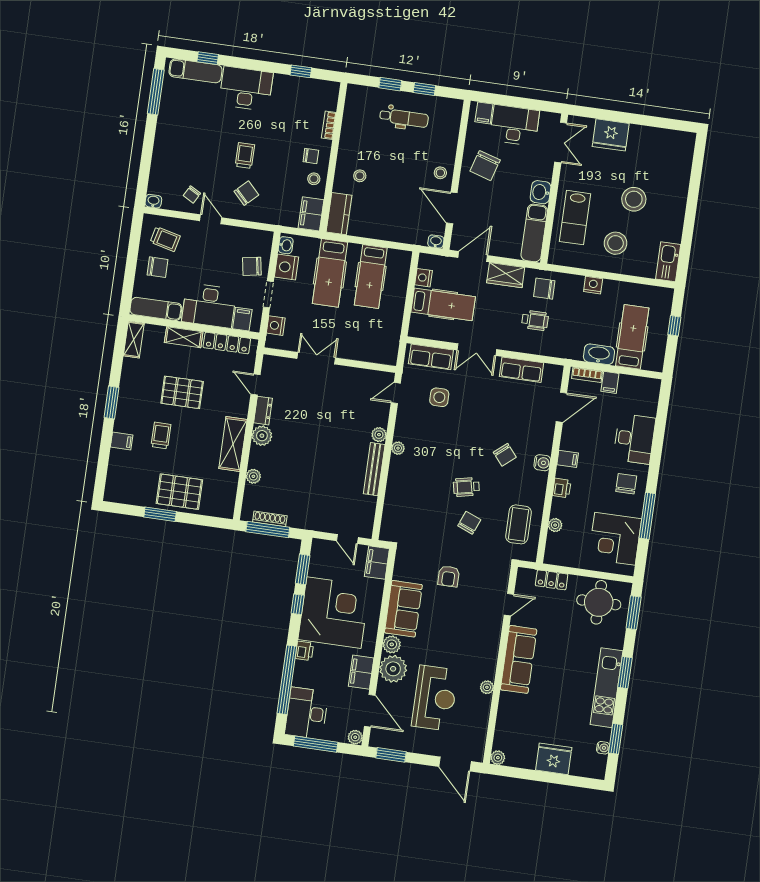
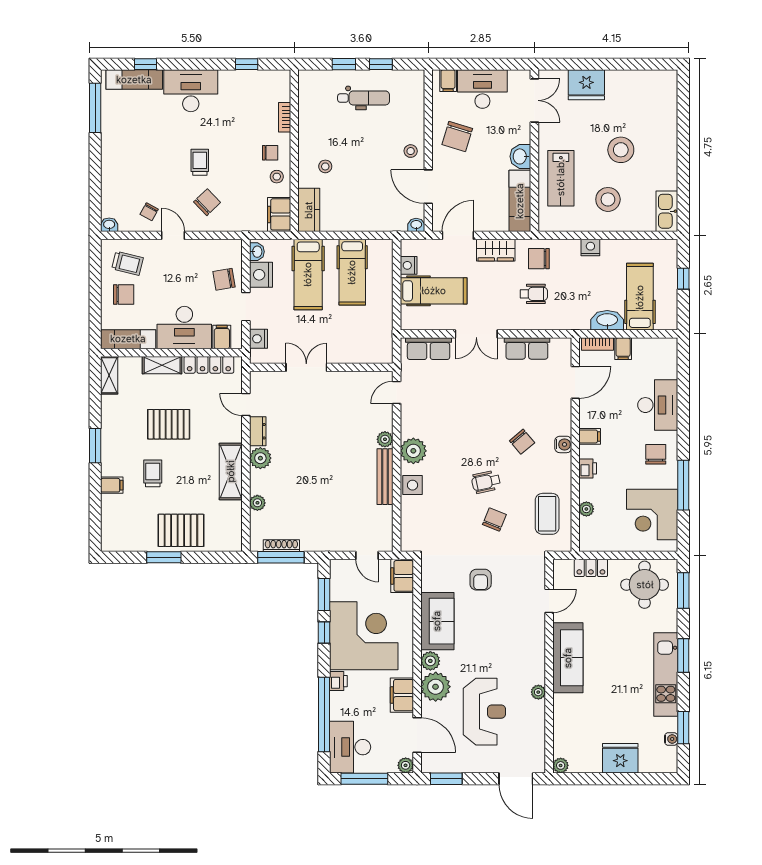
side table: (439, 397) -> (413, 485), moved
plant: (398, 448) -> (413, 451), width x1.88, depth x1.88

